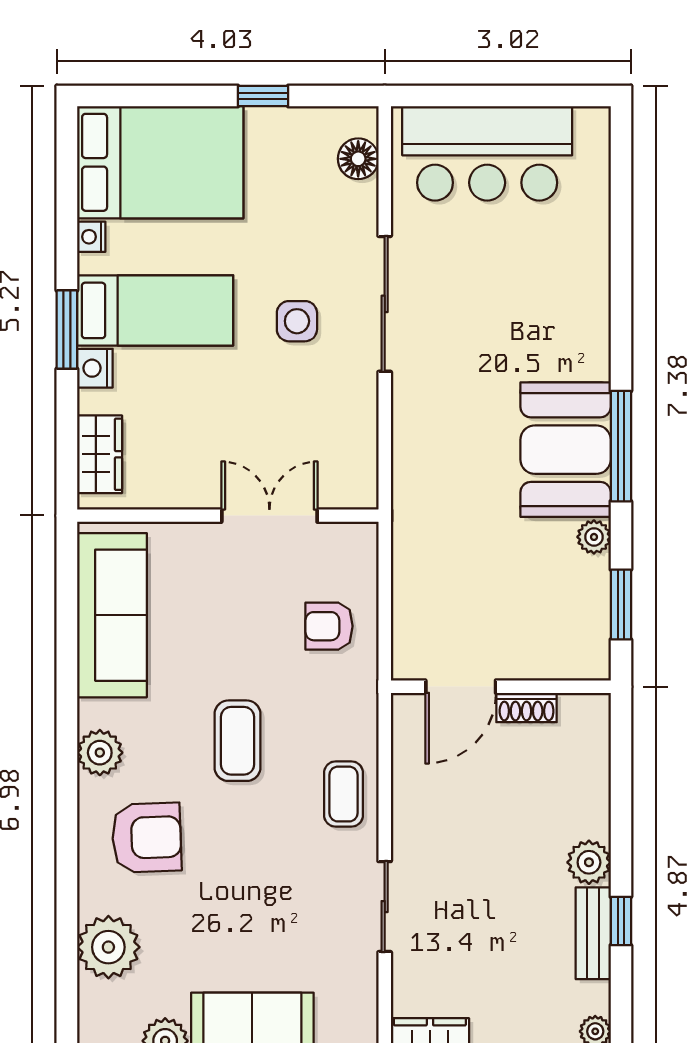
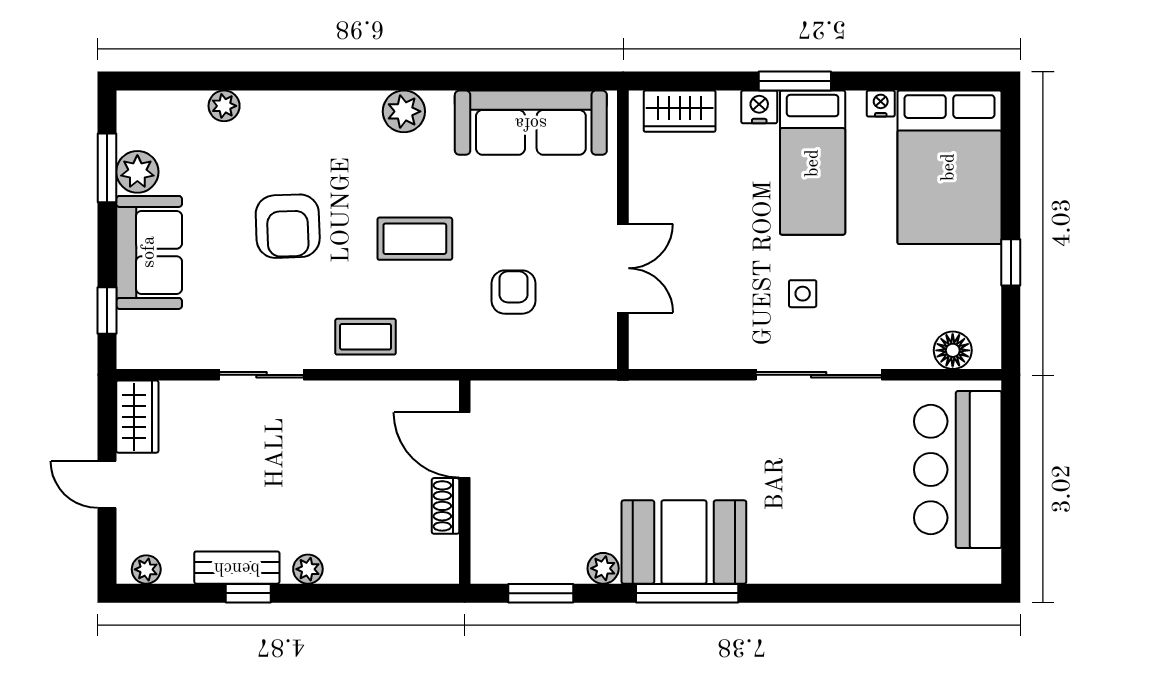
side table: (297, 321) -> (803, 294), width x0.73, depth x0.73
armchair: (329, 626) -> (513, 292), moved
armchair: (147, 838) -> (288, 226), moved
plant: (589, 862) -> (308, 569), width x0.73, depth x0.73
plant: (108, 947) -> (224, 106), width x0.53, depth x0.53

